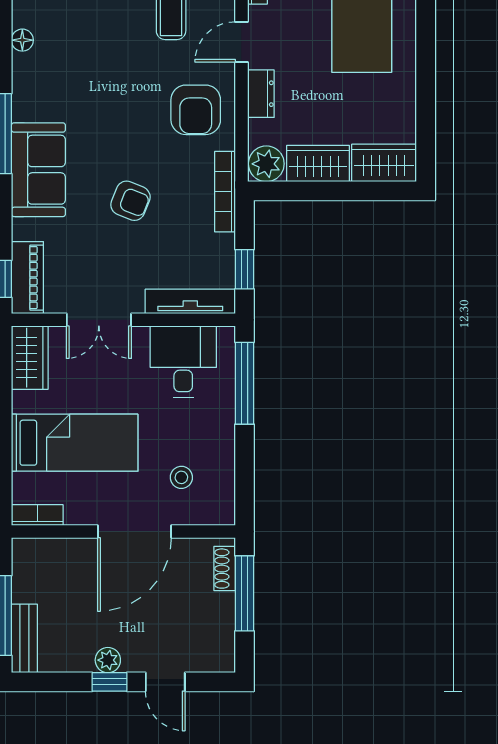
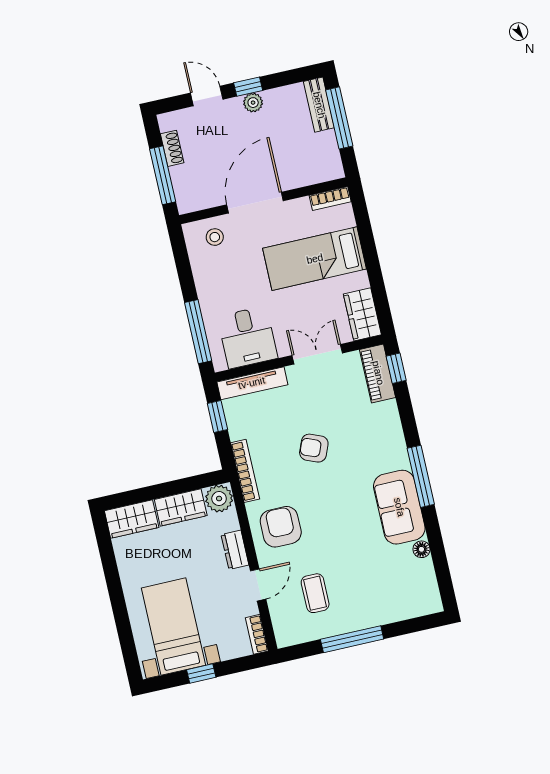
sofa: (38, 170) -> (399, 507), moved
stool: (181, 477) -> (215, 237), moved
shoe rack: (225, 569) -> (172, 148), moved

